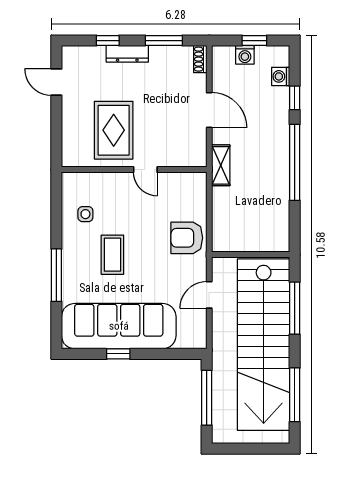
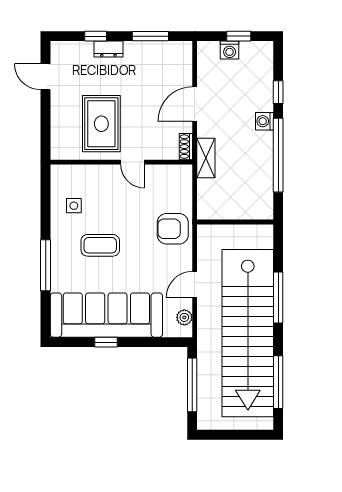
dresser: (127, 54) -> (108, 49), width x0.70
shoe rack: (200, 59) -> (186, 147), moved
washing machine: (281, 76) -> (264, 121), moved
door: (209, 110) -> (195, 104), swing flipped
wall: (251, 254) -> (235, 222), moved
coffee table: (112, 255) -> (100, 245), turned 90
plant: (199, 329) -> (184, 317), added

